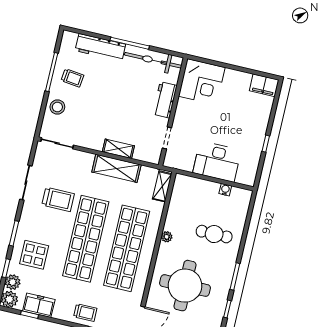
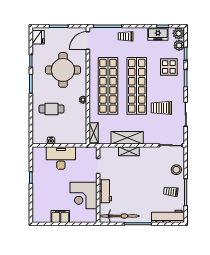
workbench: (100, 47) -> (168, 216), moved
corner desk: (202, 82) -> (84, 195), moved, turned -90
filing cabinet: (264, 85) -> (60, 216), moved

